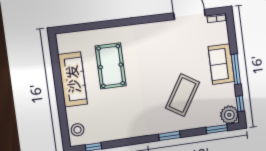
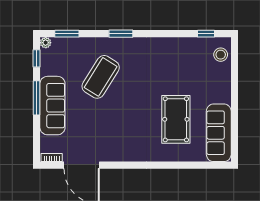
sofa: (221, 64) -> (52, 106), width x1.36
sofa: (73, 79) -> (219, 133), moved
plant: (229, 115) -> (46, 43), width x0.53, depth x0.53

